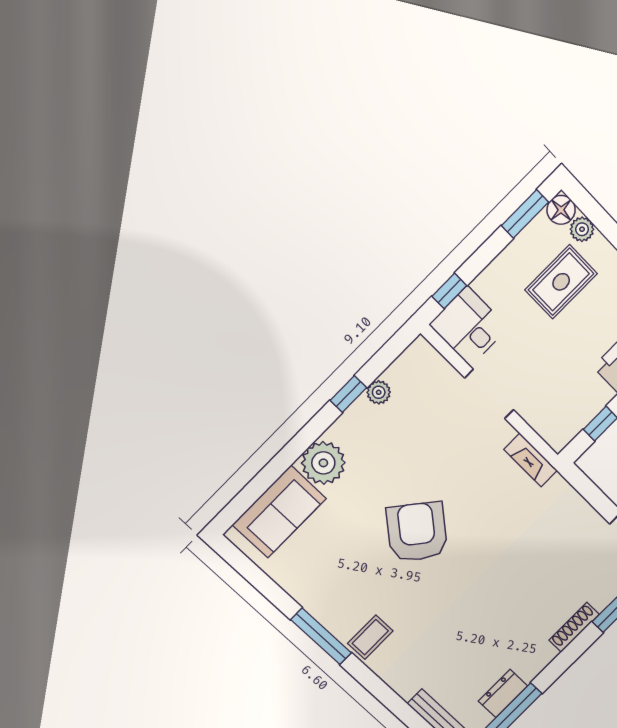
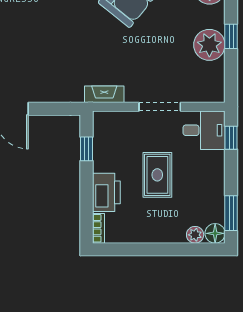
rug: (561, 282) -> (157, 175), moved
plant: (379, 392) -> (209, 45), width x1.88, depth x1.88

